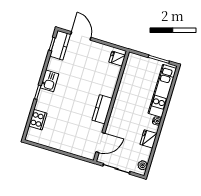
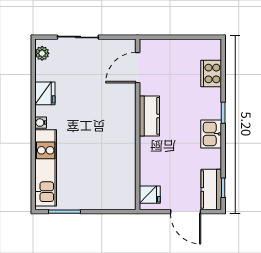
fridge: (117, 59) -> (150, 195), moved
wall: (111, 106) -> (138, 124), moved
kitchen counter: (102, 109) -> (149, 116), moved
door: (100, 143) -> (138, 68), moved

